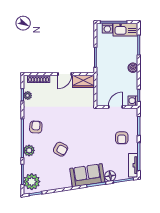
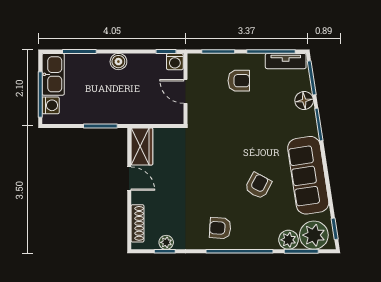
plant: (29, 150) -> (288, 240), moved
sofa: (87, 175) -> (308, 175), moved, width x1.36

